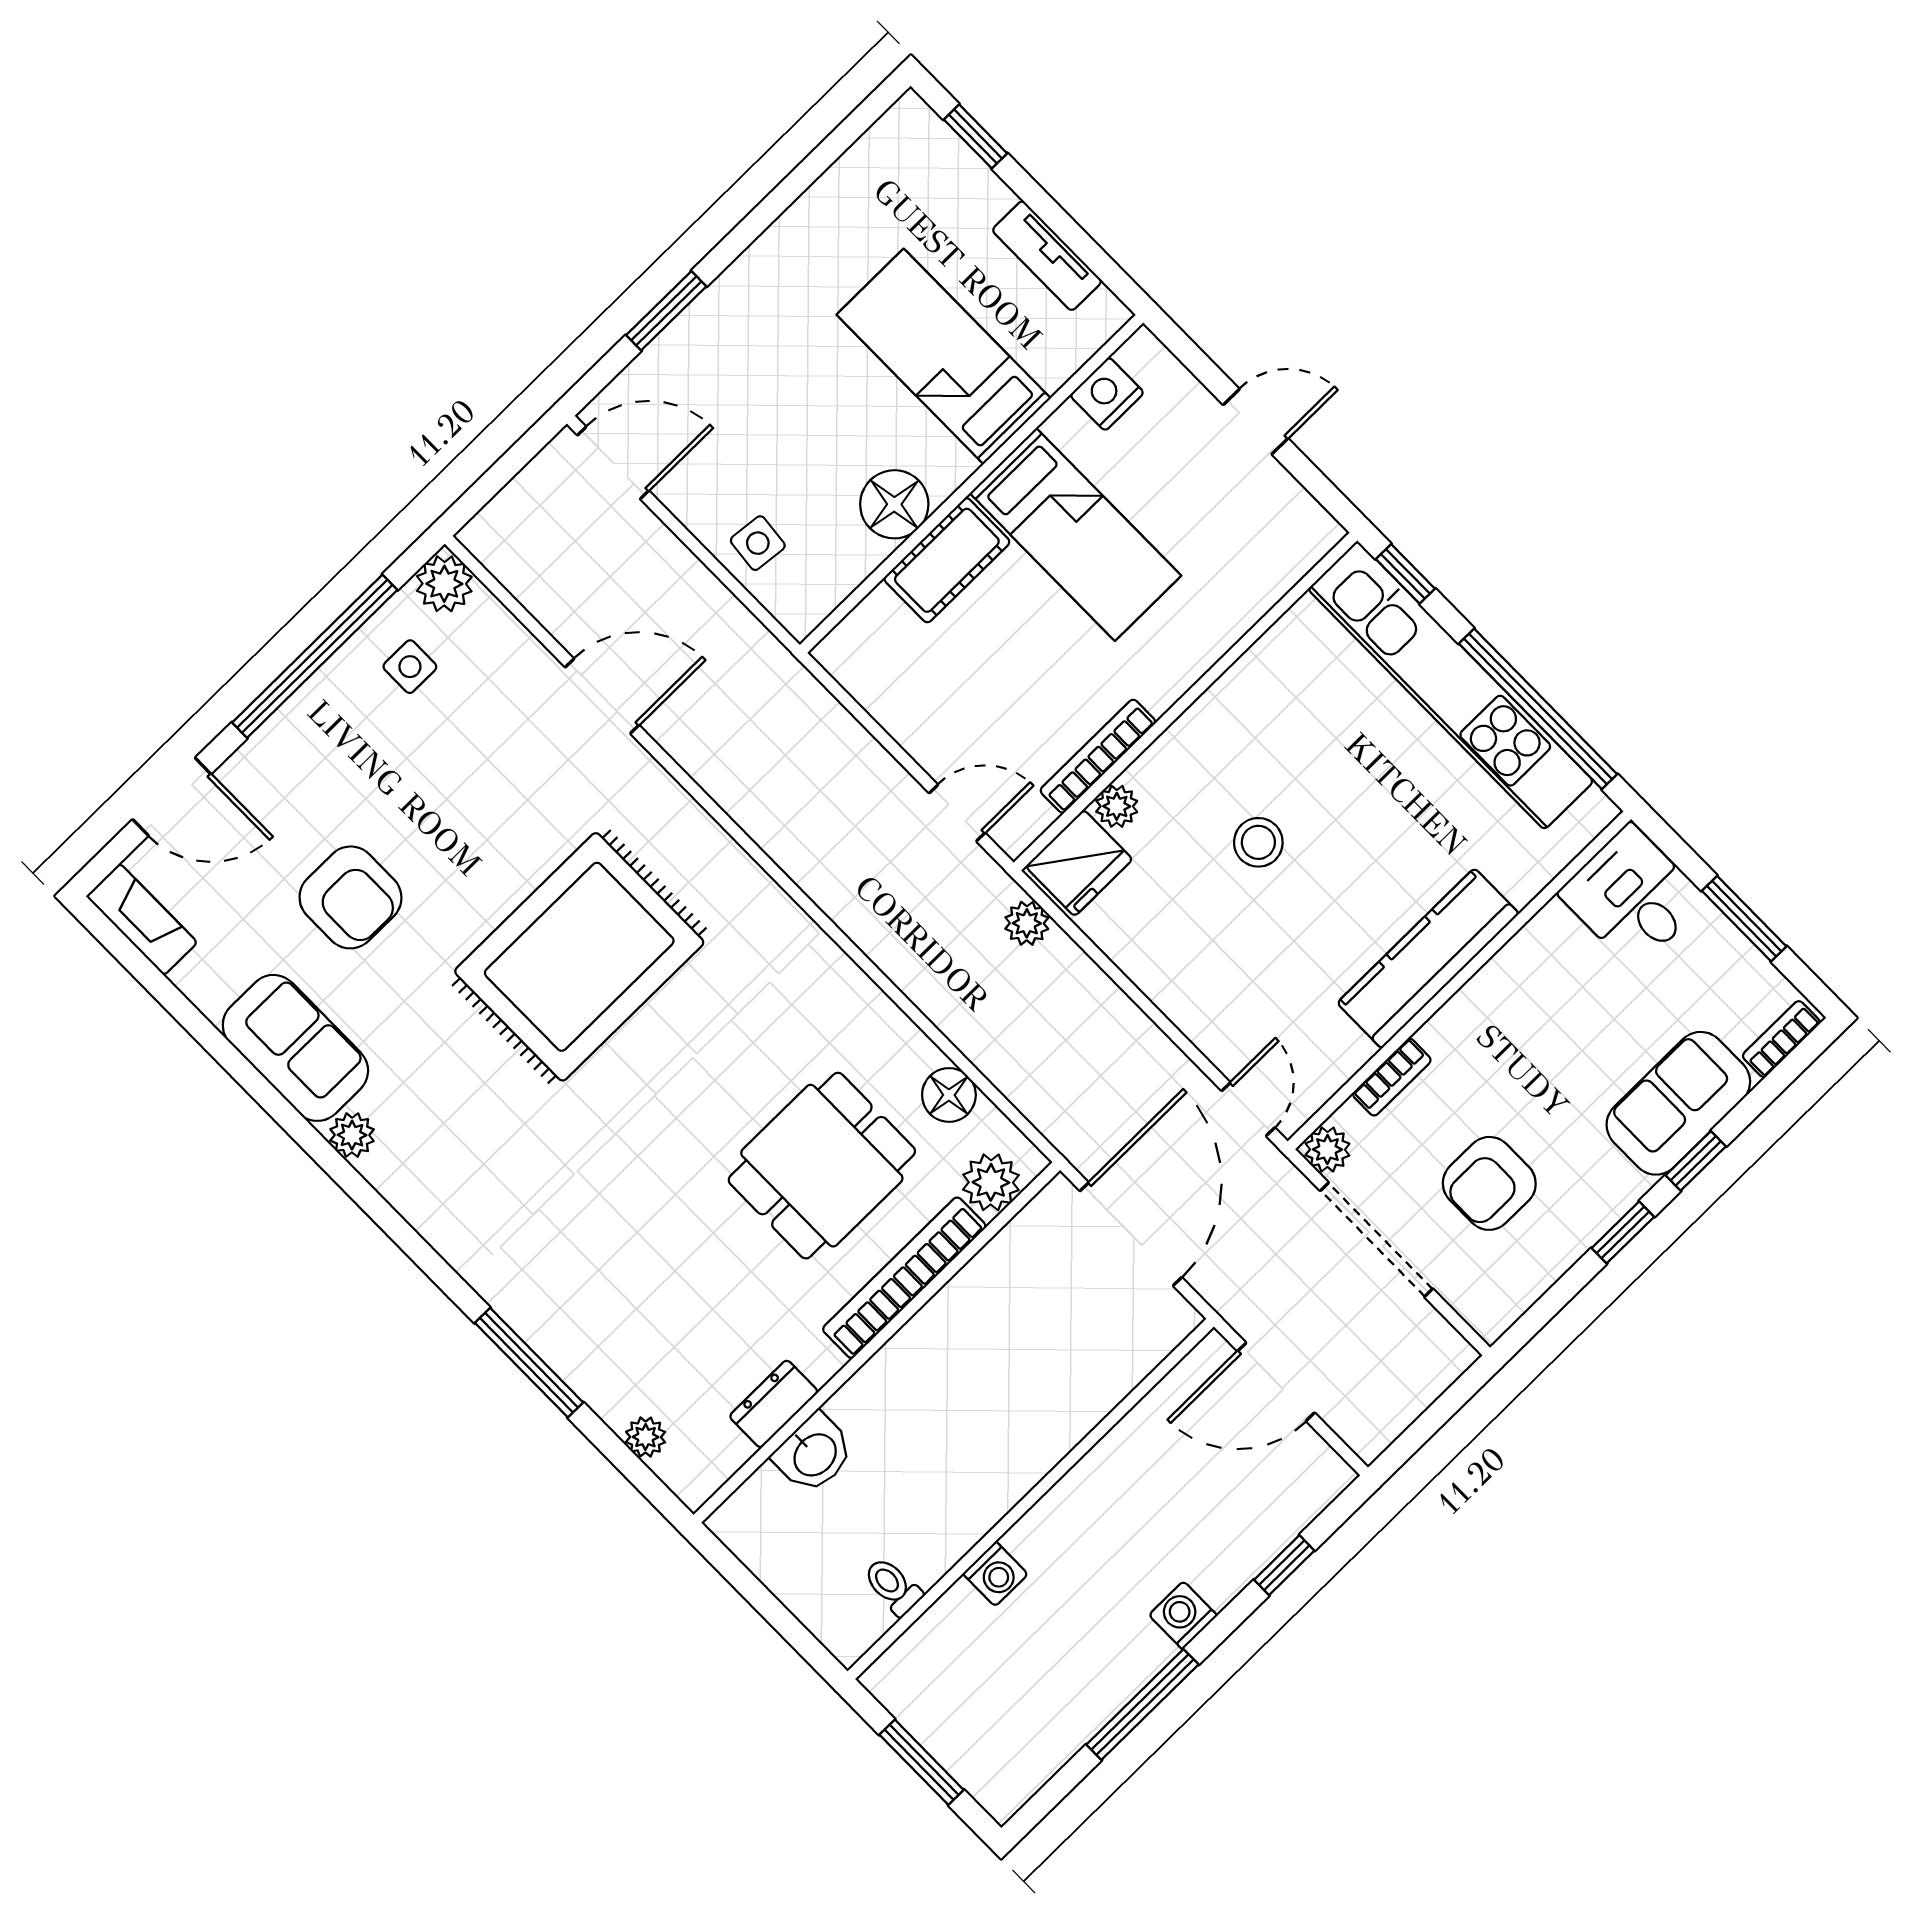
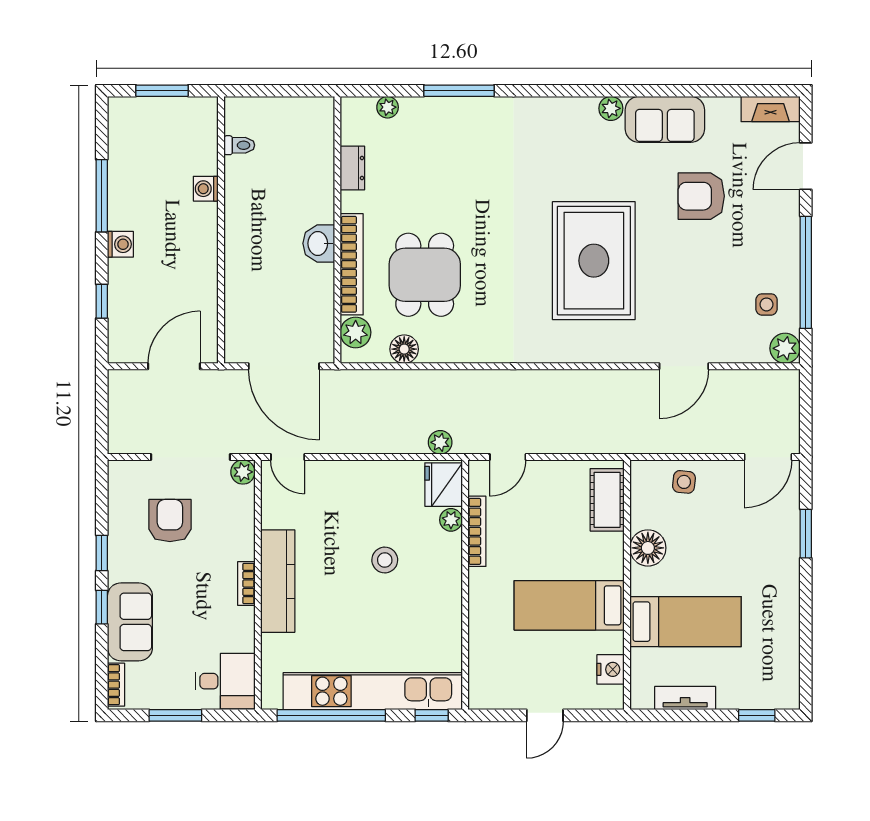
cot: (947, 560) -> (607, 500), moved
bookcase: (1392, 1077) -> (246, 583), moved
washbasin: (814, 1454) -> (319, 243), moved

